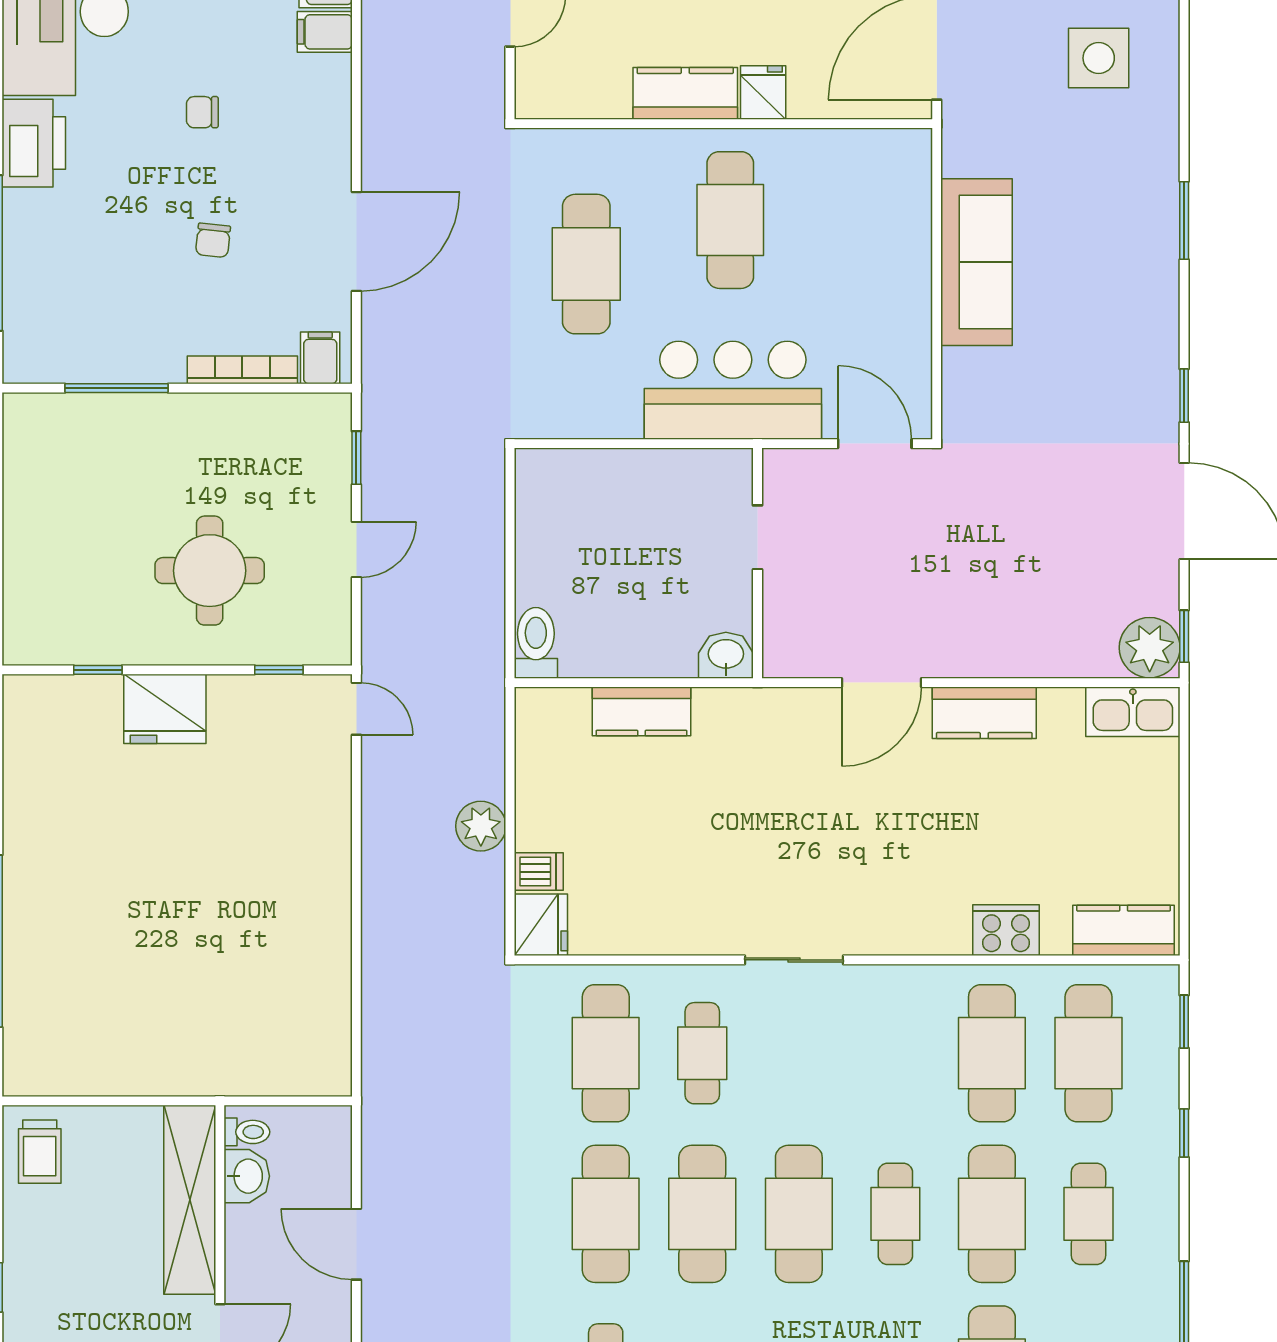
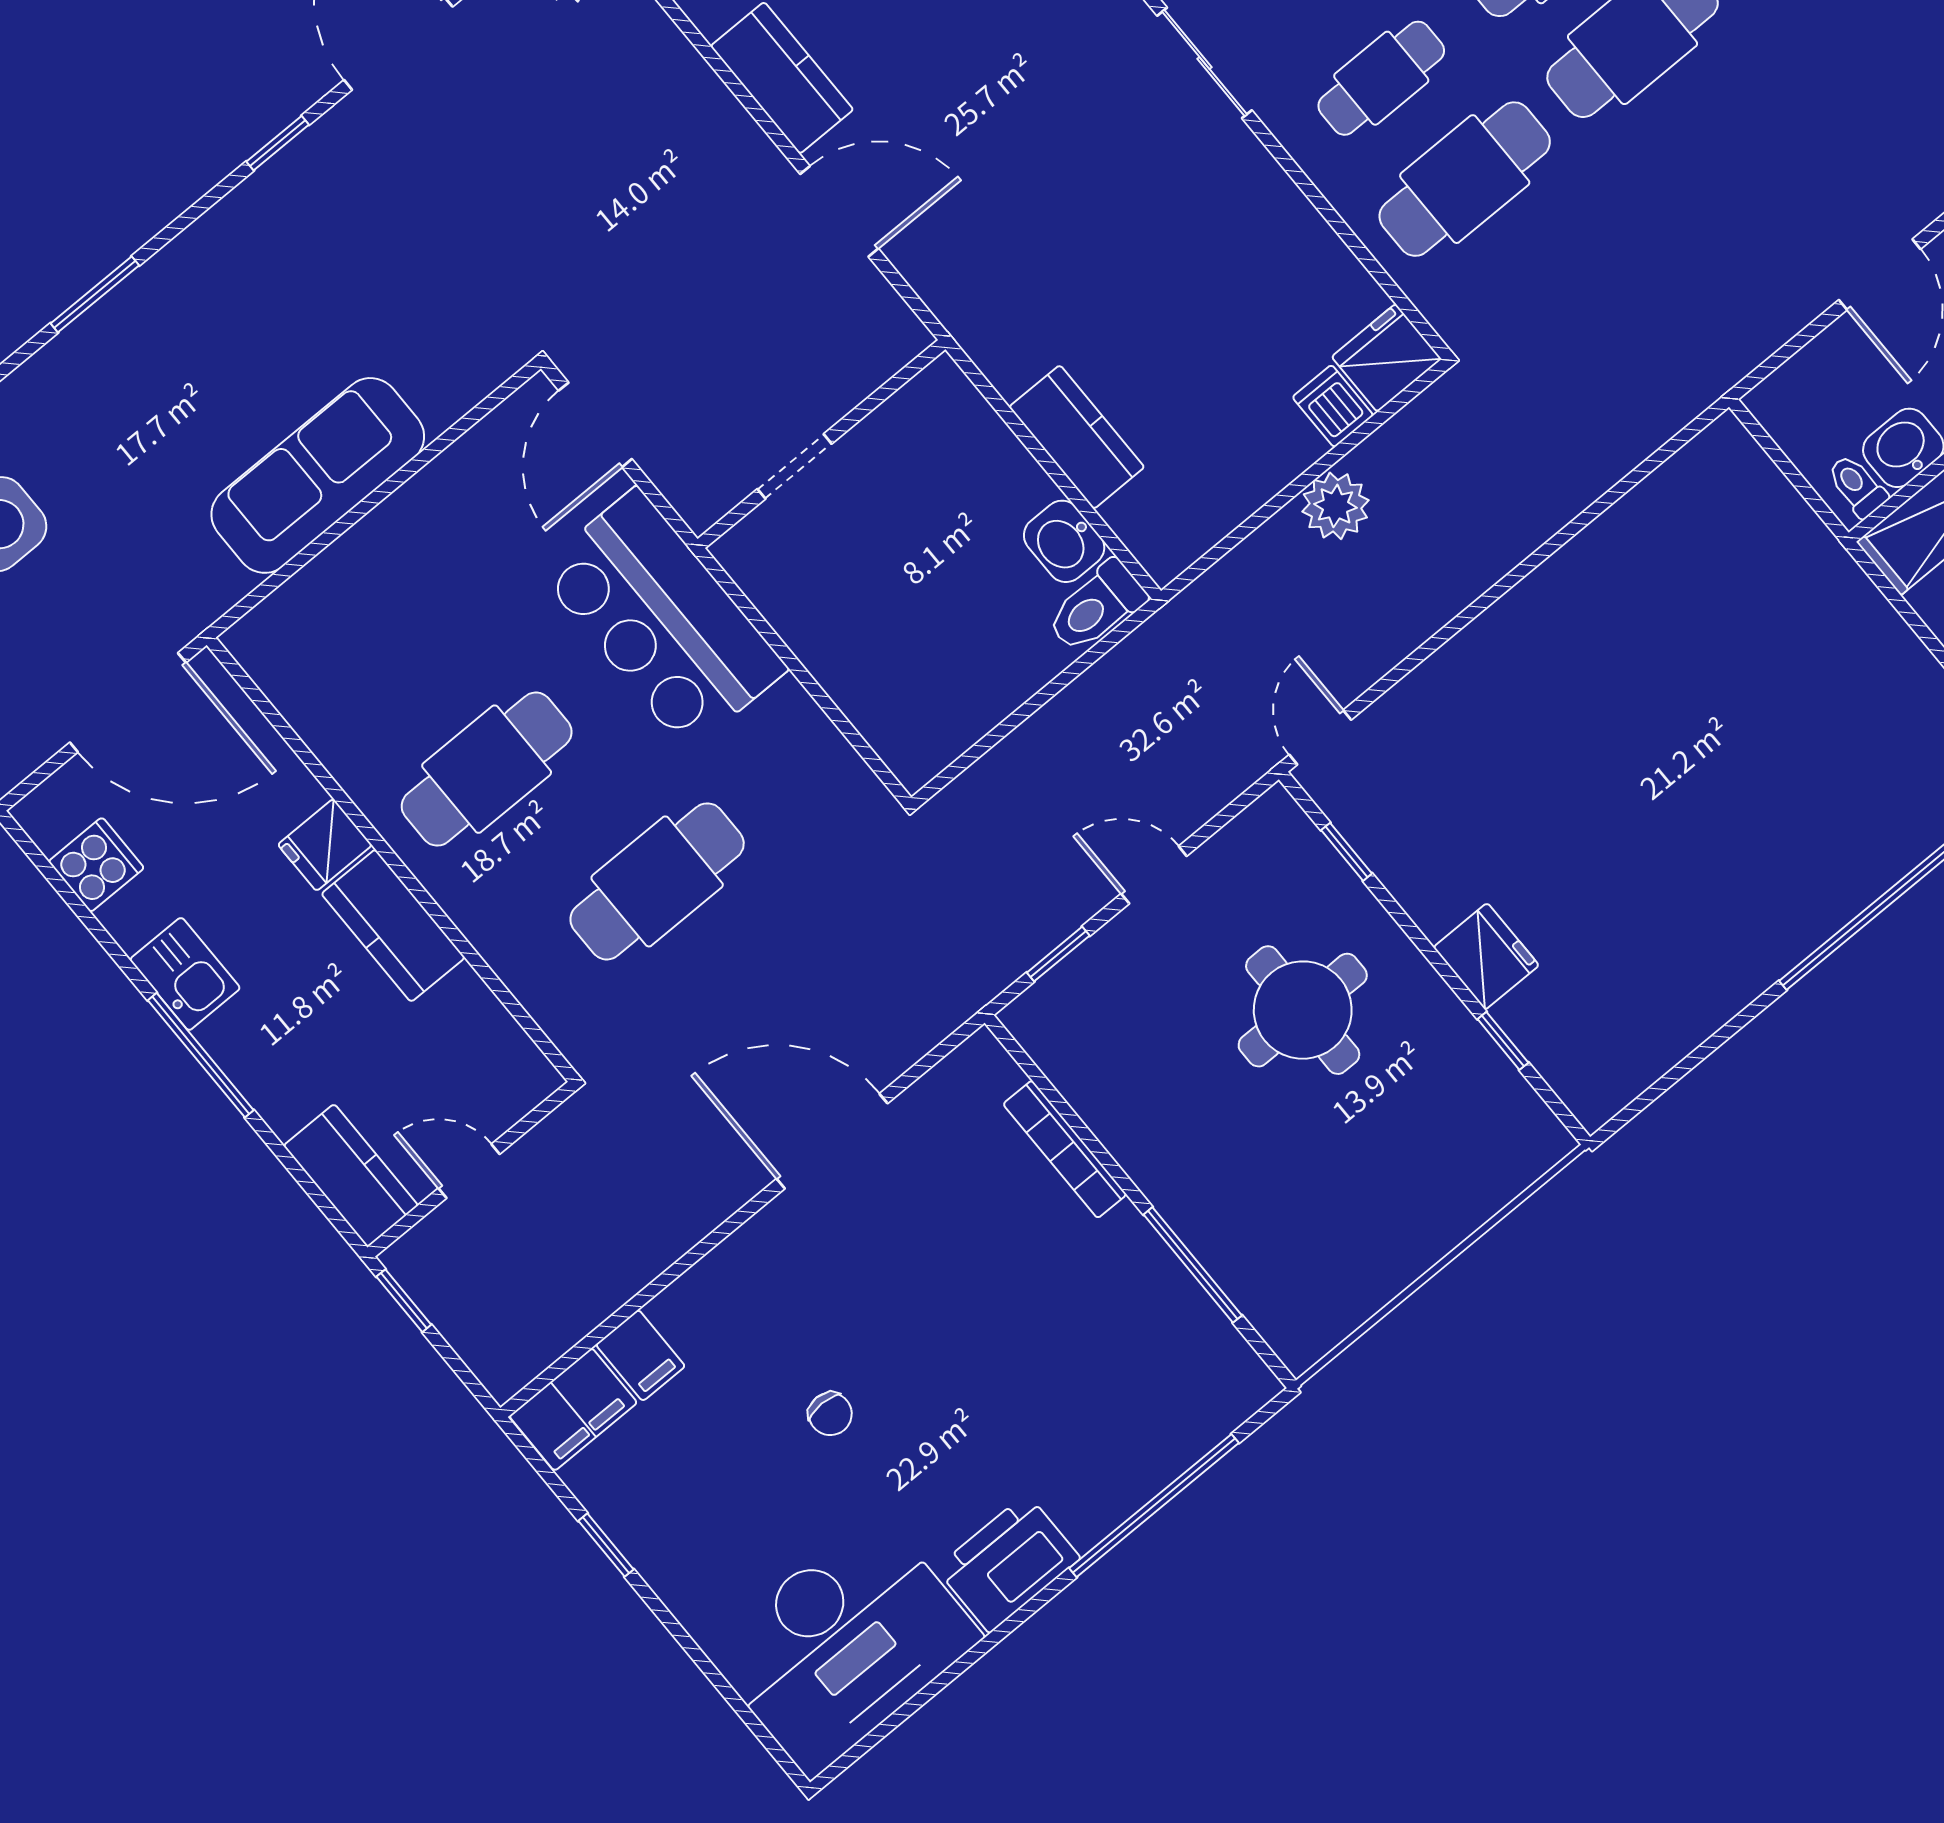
chair: (213, 240) -> (955, 1292), removed
filing cabinet: (320, 358) -> (985, 1078), removed
washbasin: (726, 655) -> (1064, 541), moved
fridge: (165, 709) -> (1486, 956), width x0.73, depth x0.75

